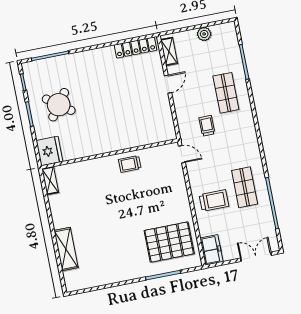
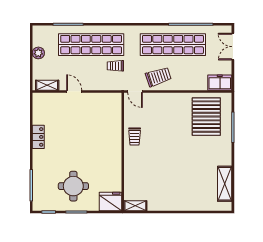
locker: (135, 47) -> (38, 137), moved, width x0.66
shop shelf: (226, 93) -> (91, 45), width x2.00, depth x1.36
round table: (59, 105) -> (73, 186), turned -36
door: (182, 154) -> (135, 91), swing flipped
shop shelf: (245, 187) -> (173, 45), width x2.00, depth x1.36
trolley: (214, 201) -> (158, 77), moved, turned 72
shelving: (66, 249) -> (225, 184), moved, turned 90

